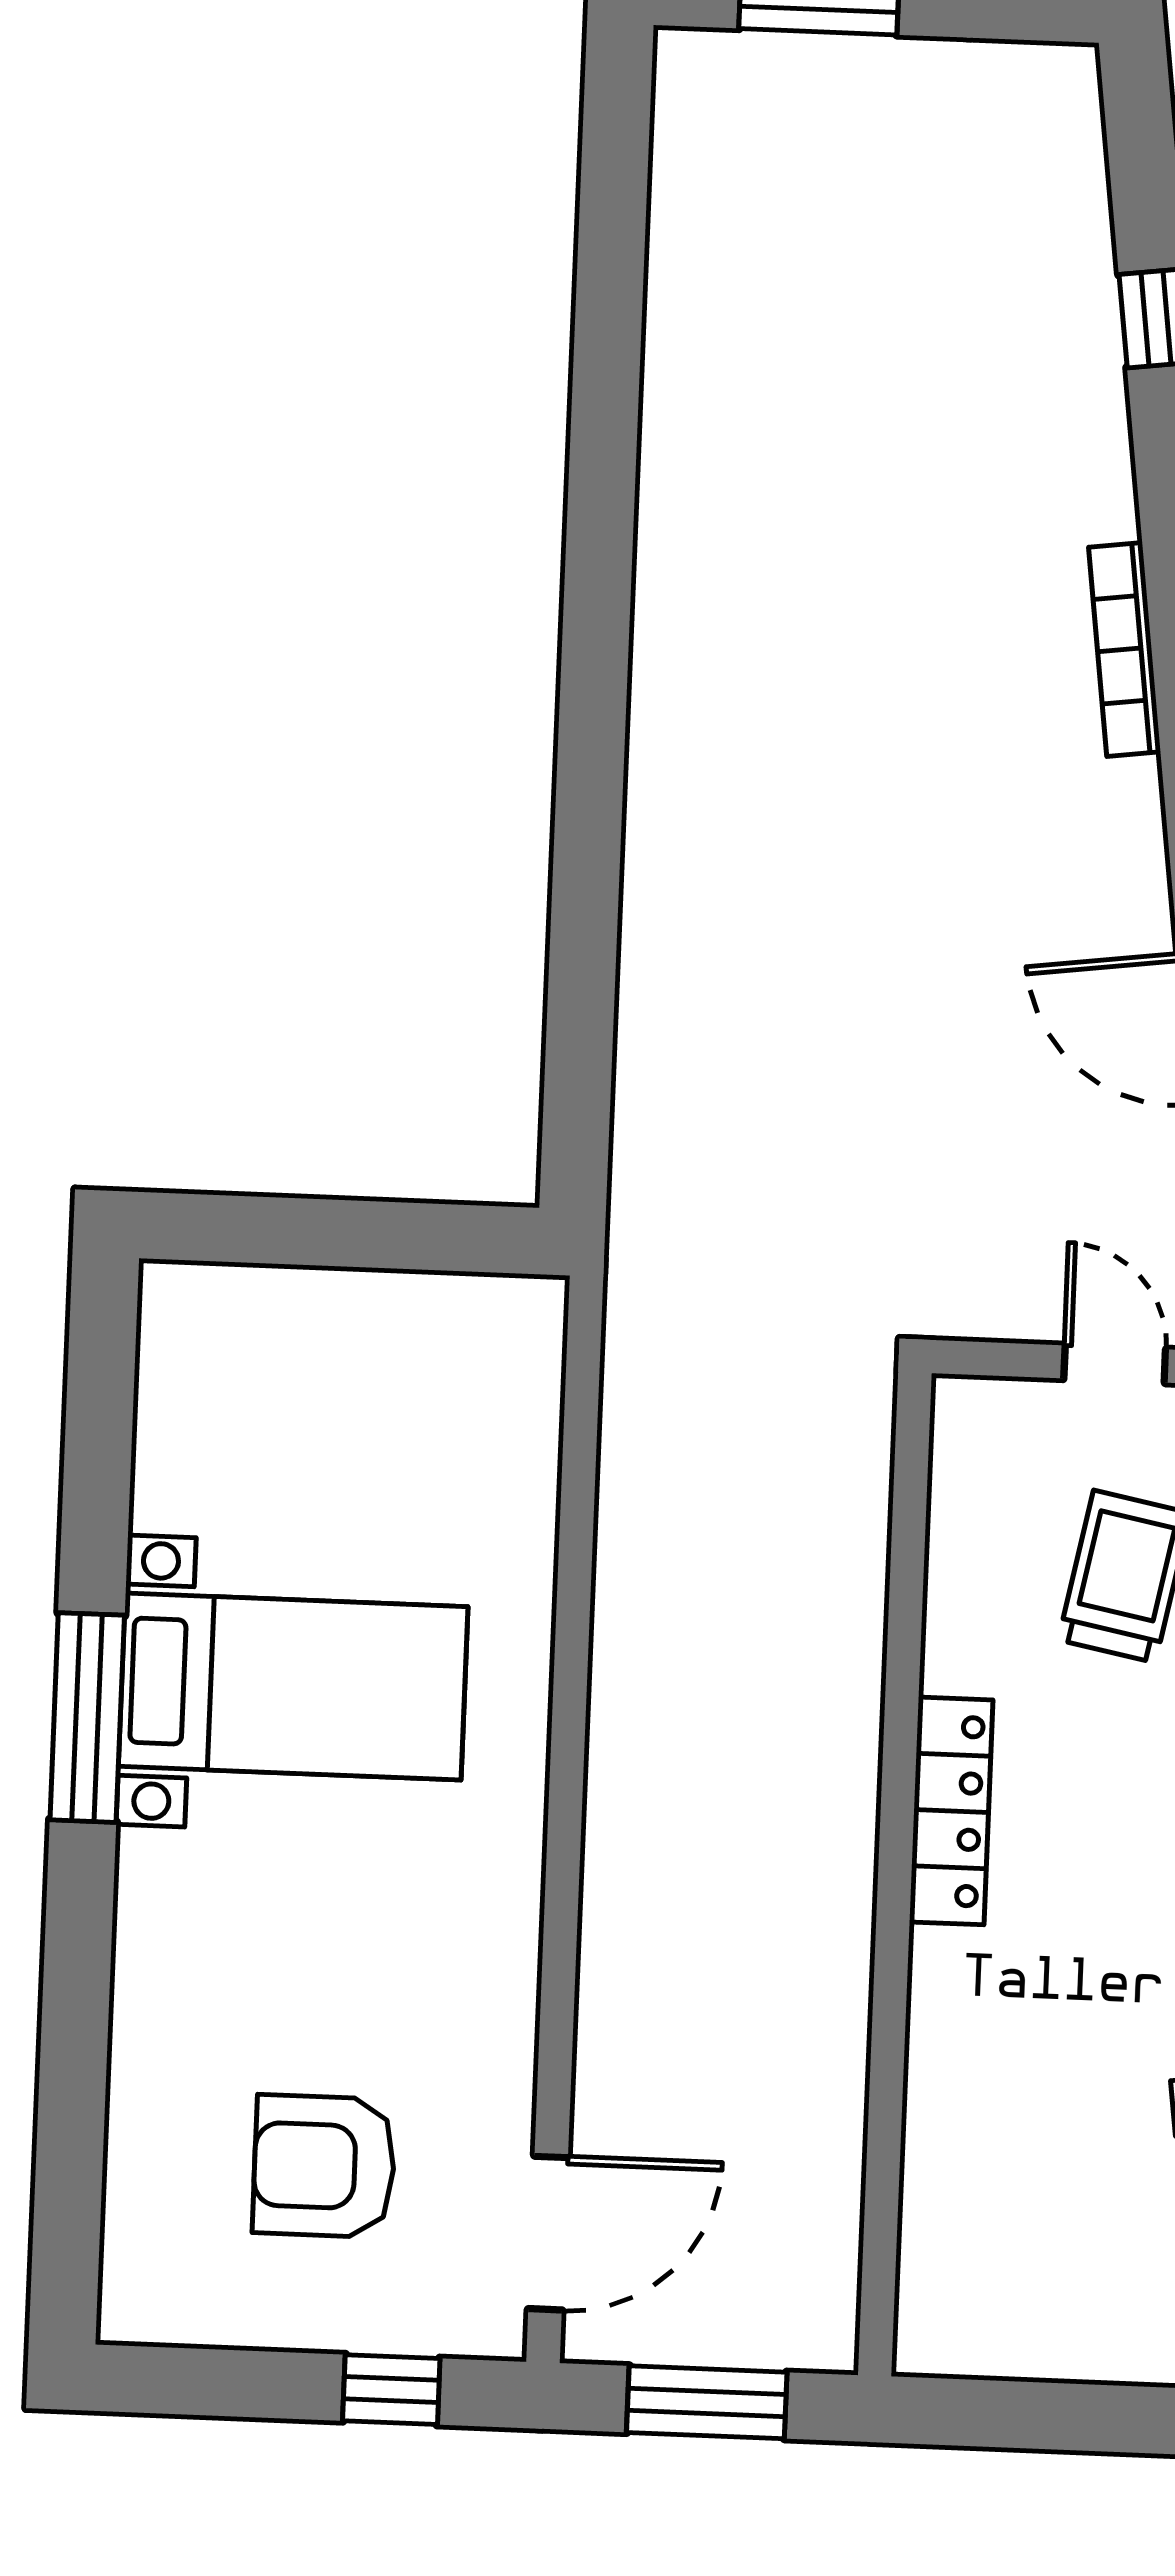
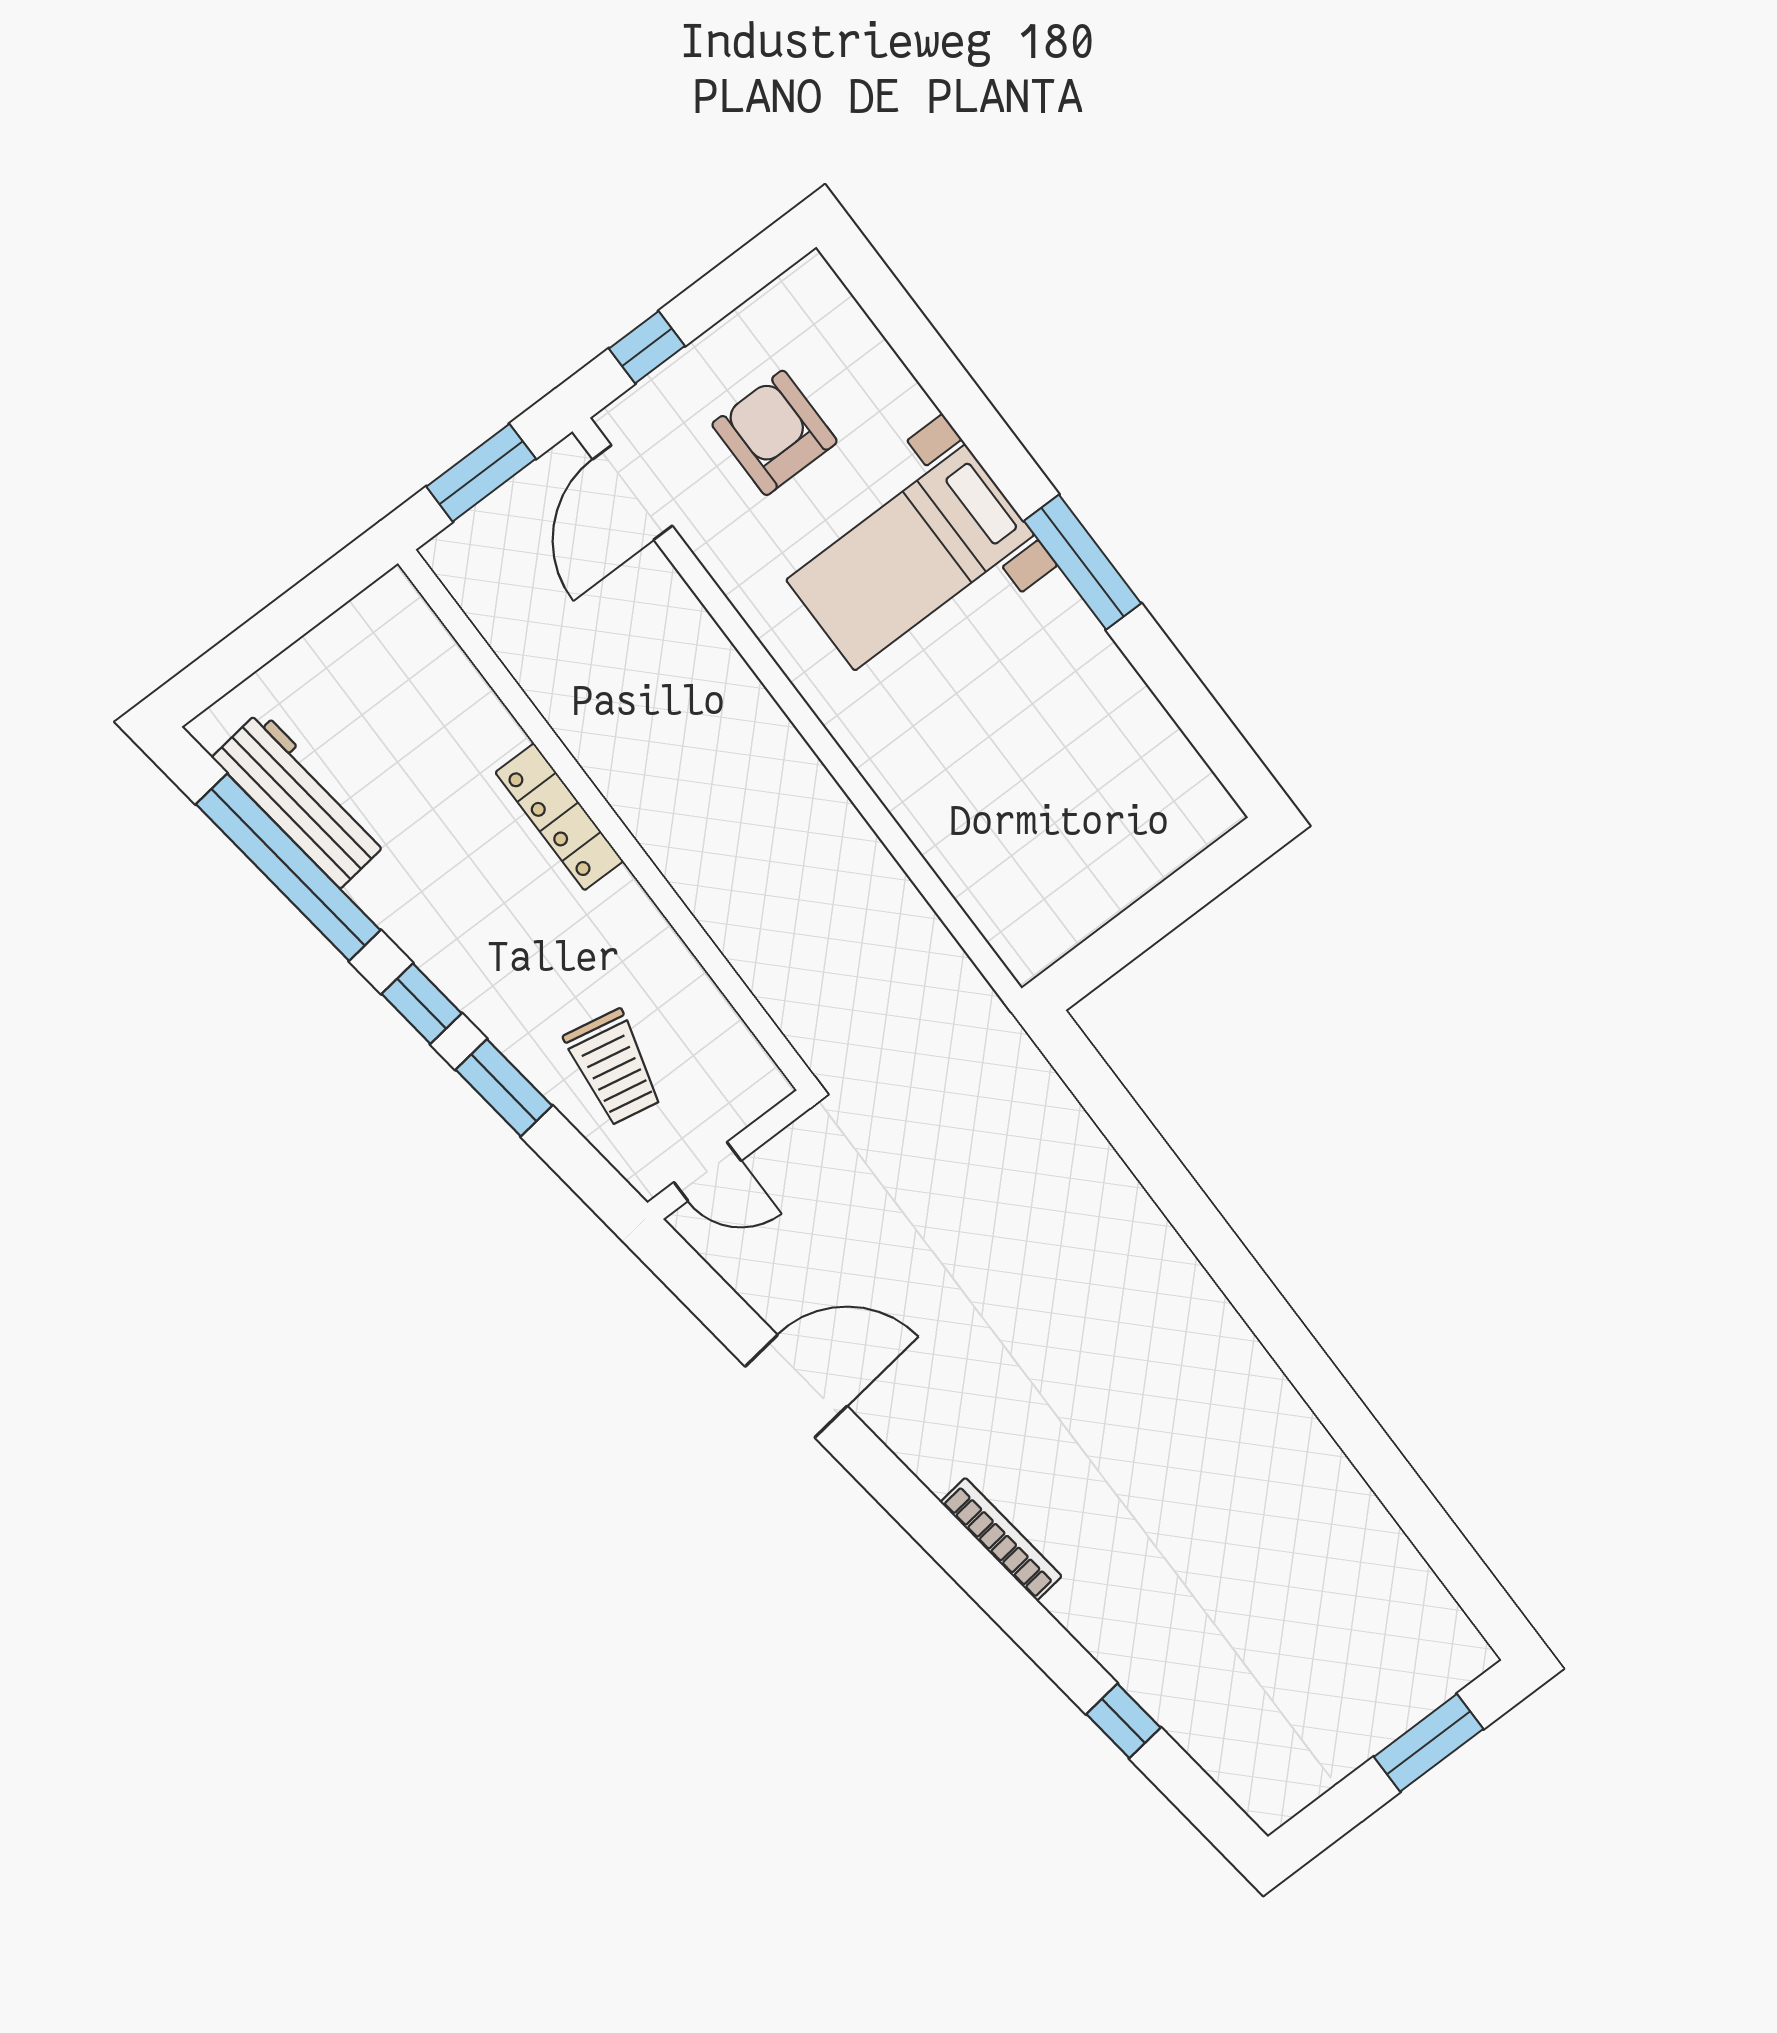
bed with nightstands: (293, 1687) -> (910, 557), moved
locker: (951, 1811) -> (559, 817), moved
armchair: (324, 2166) -> (774, 433), turned -90

